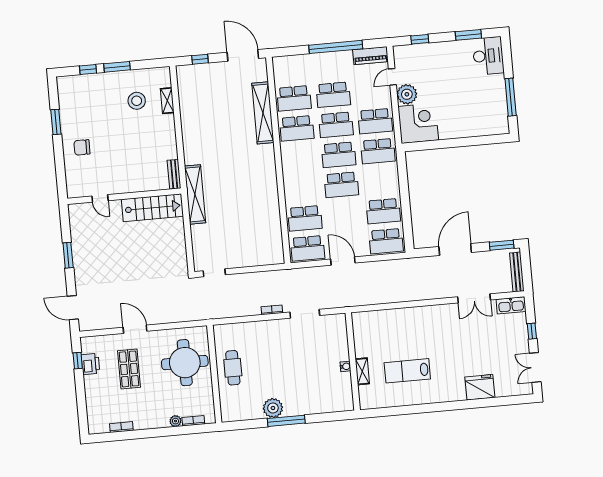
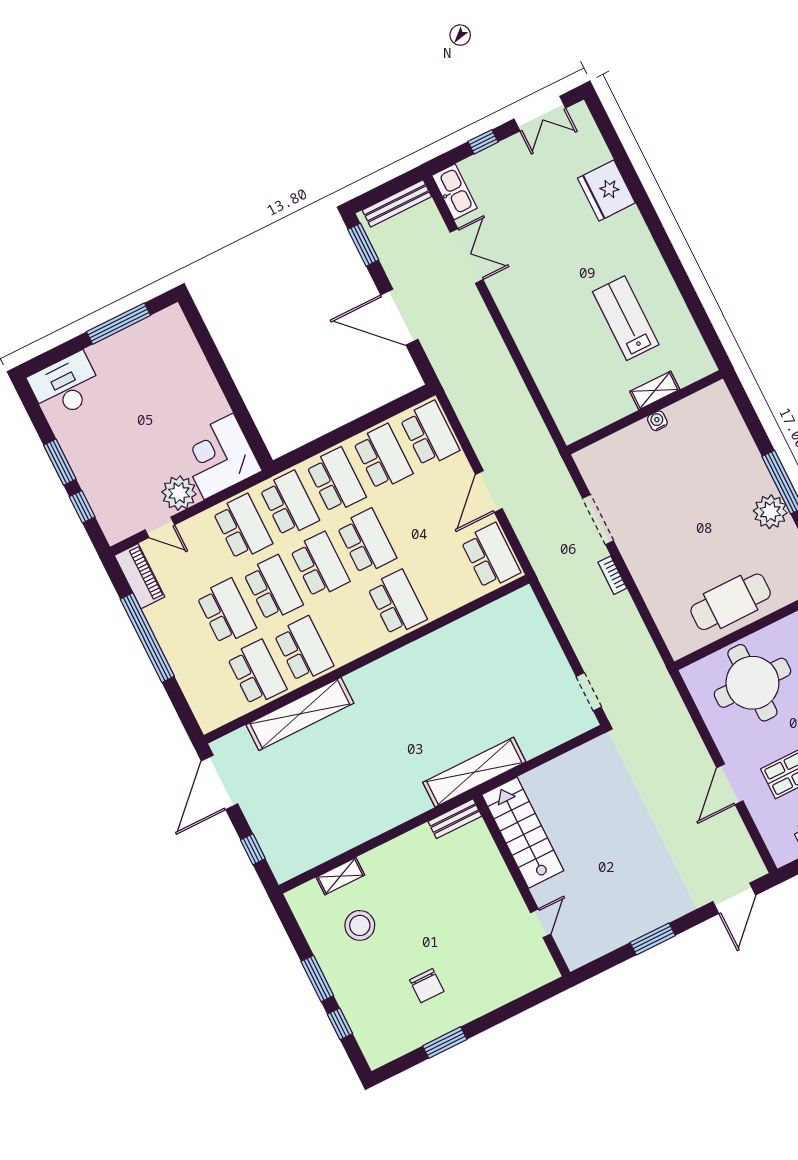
window: (468, 35) -> (60, 462), moved
chair: (82, 147) -> (427, 986), moved
school desk: (381, 181) -> (336, 481), added
school desk: (305, 218) -> (397, 603), moved
cafe table: (233, 368) -> (731, 602), width x1.37, depth x1.35
lab bench: (407, 371) -> (626, 318), turned 180

